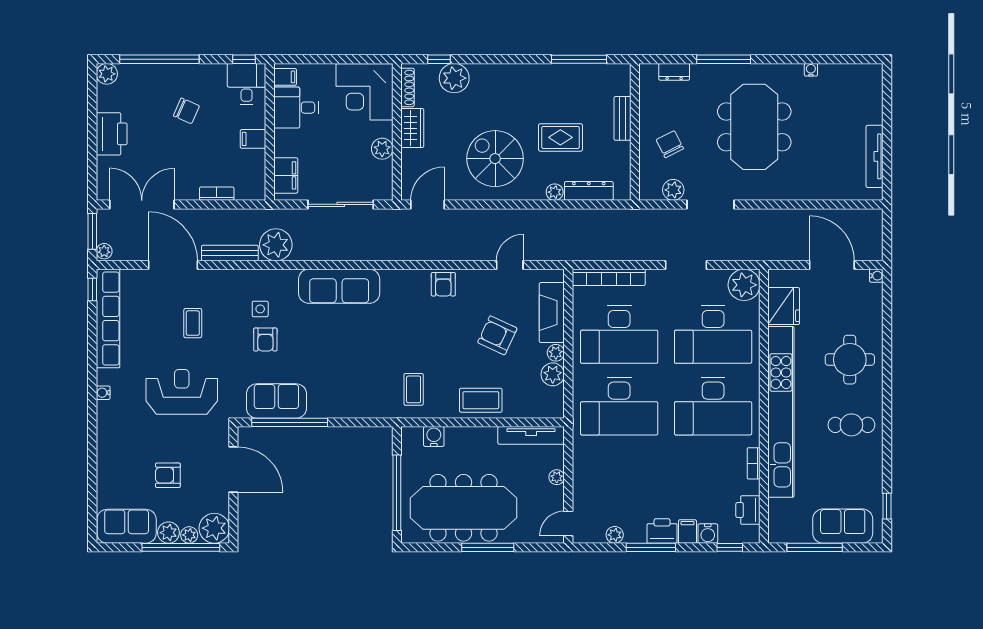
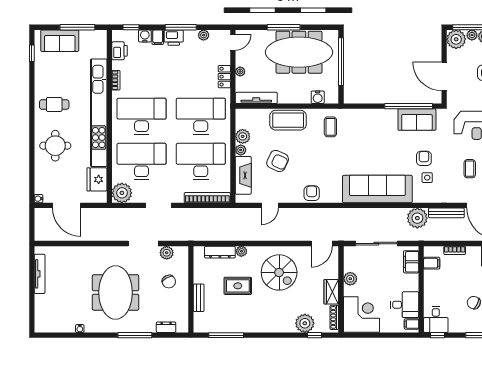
filing cabinet: (253, 139) -> (432, 263), moved
sofa: (339, 286) -> (377, 189), width x1.36, depth x1.27
coffee table: (481, 400) -> (288, 120), width x1.36, depth x1.32
locker: (582, 469) -> (224, 77), added

